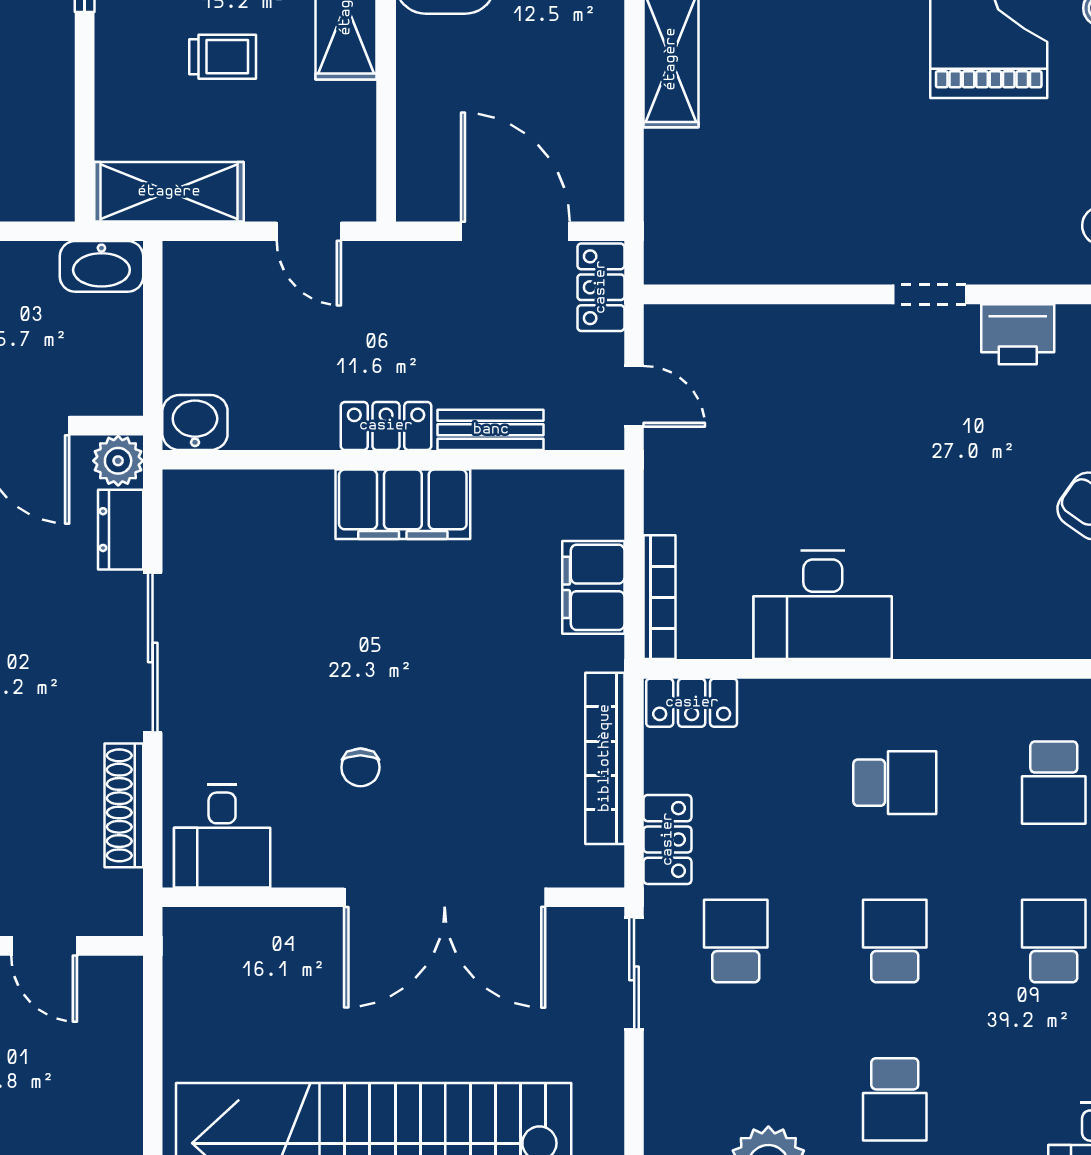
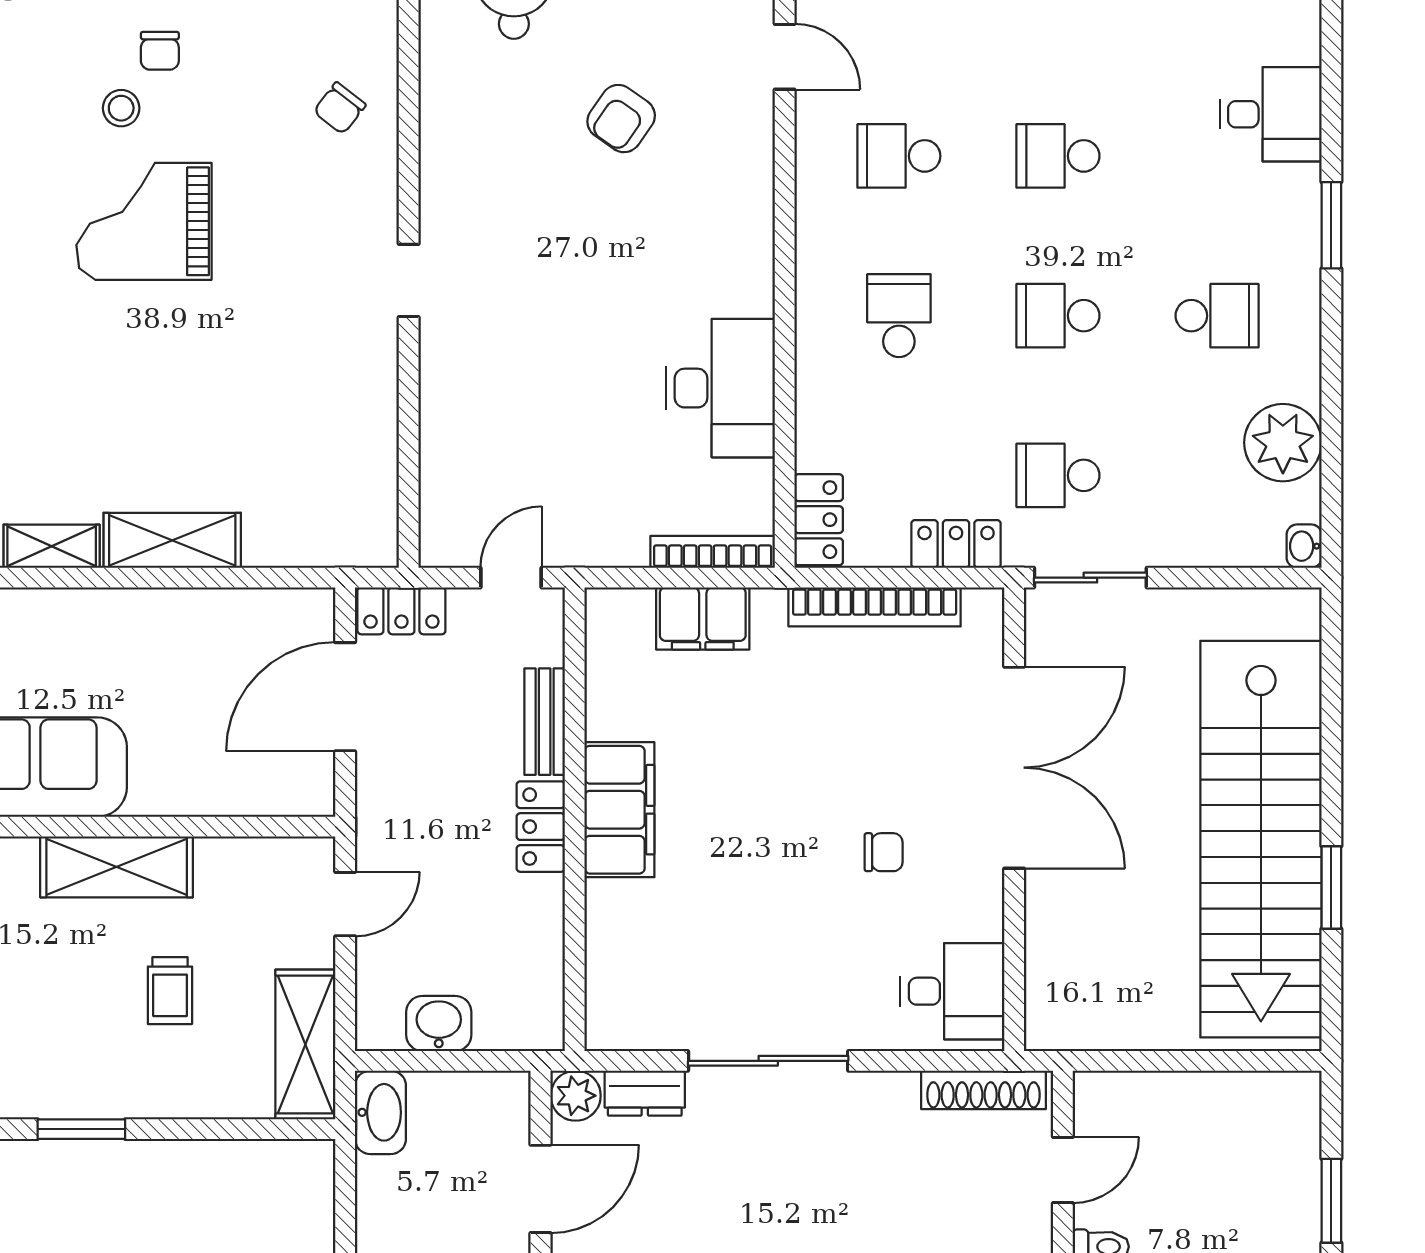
trolley: (223, 57) -> (170, 991), turned 180
printer: (1018, 334) -> (449, 192), removed
washbasin: (195, 423) -> (439, 1023), moved, turned 90
school desk: (1054, 783) -> (899, 156), turned 180
shoe rack: (124, 805) -> (983, 1090), moved

